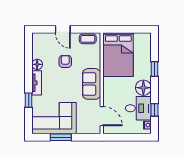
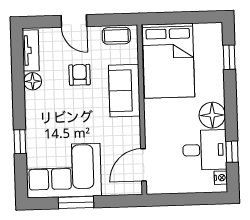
window: (154, 69) -> (229, 57), moved
tv unit: (37, 83) -> (31, 50), moved
sofa: (92, 84) -> (124, 91), moved
door: (102, 116) -> (144, 165), swing flipped

